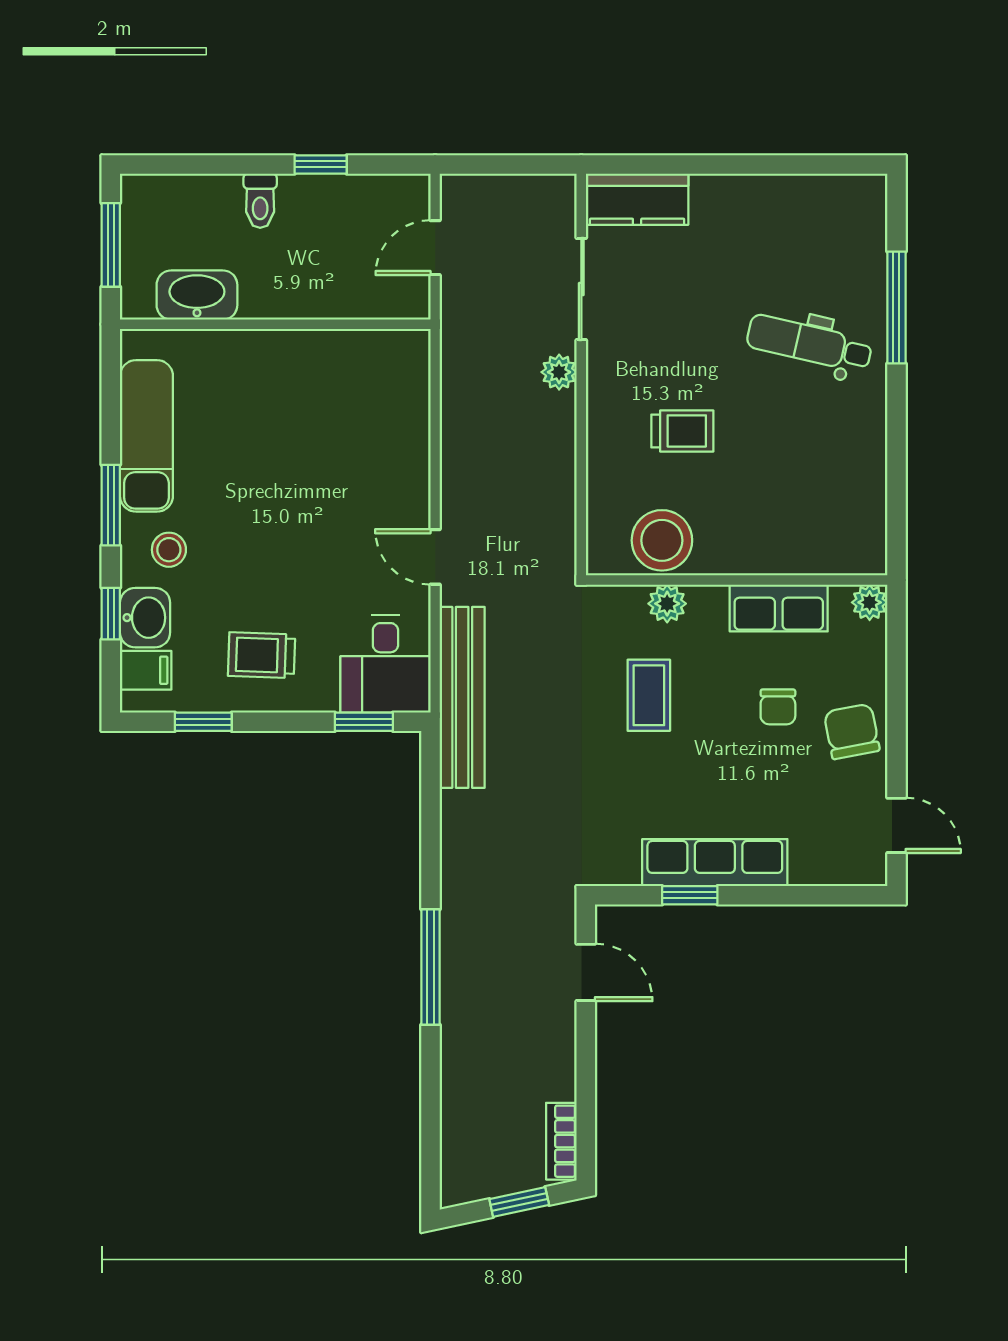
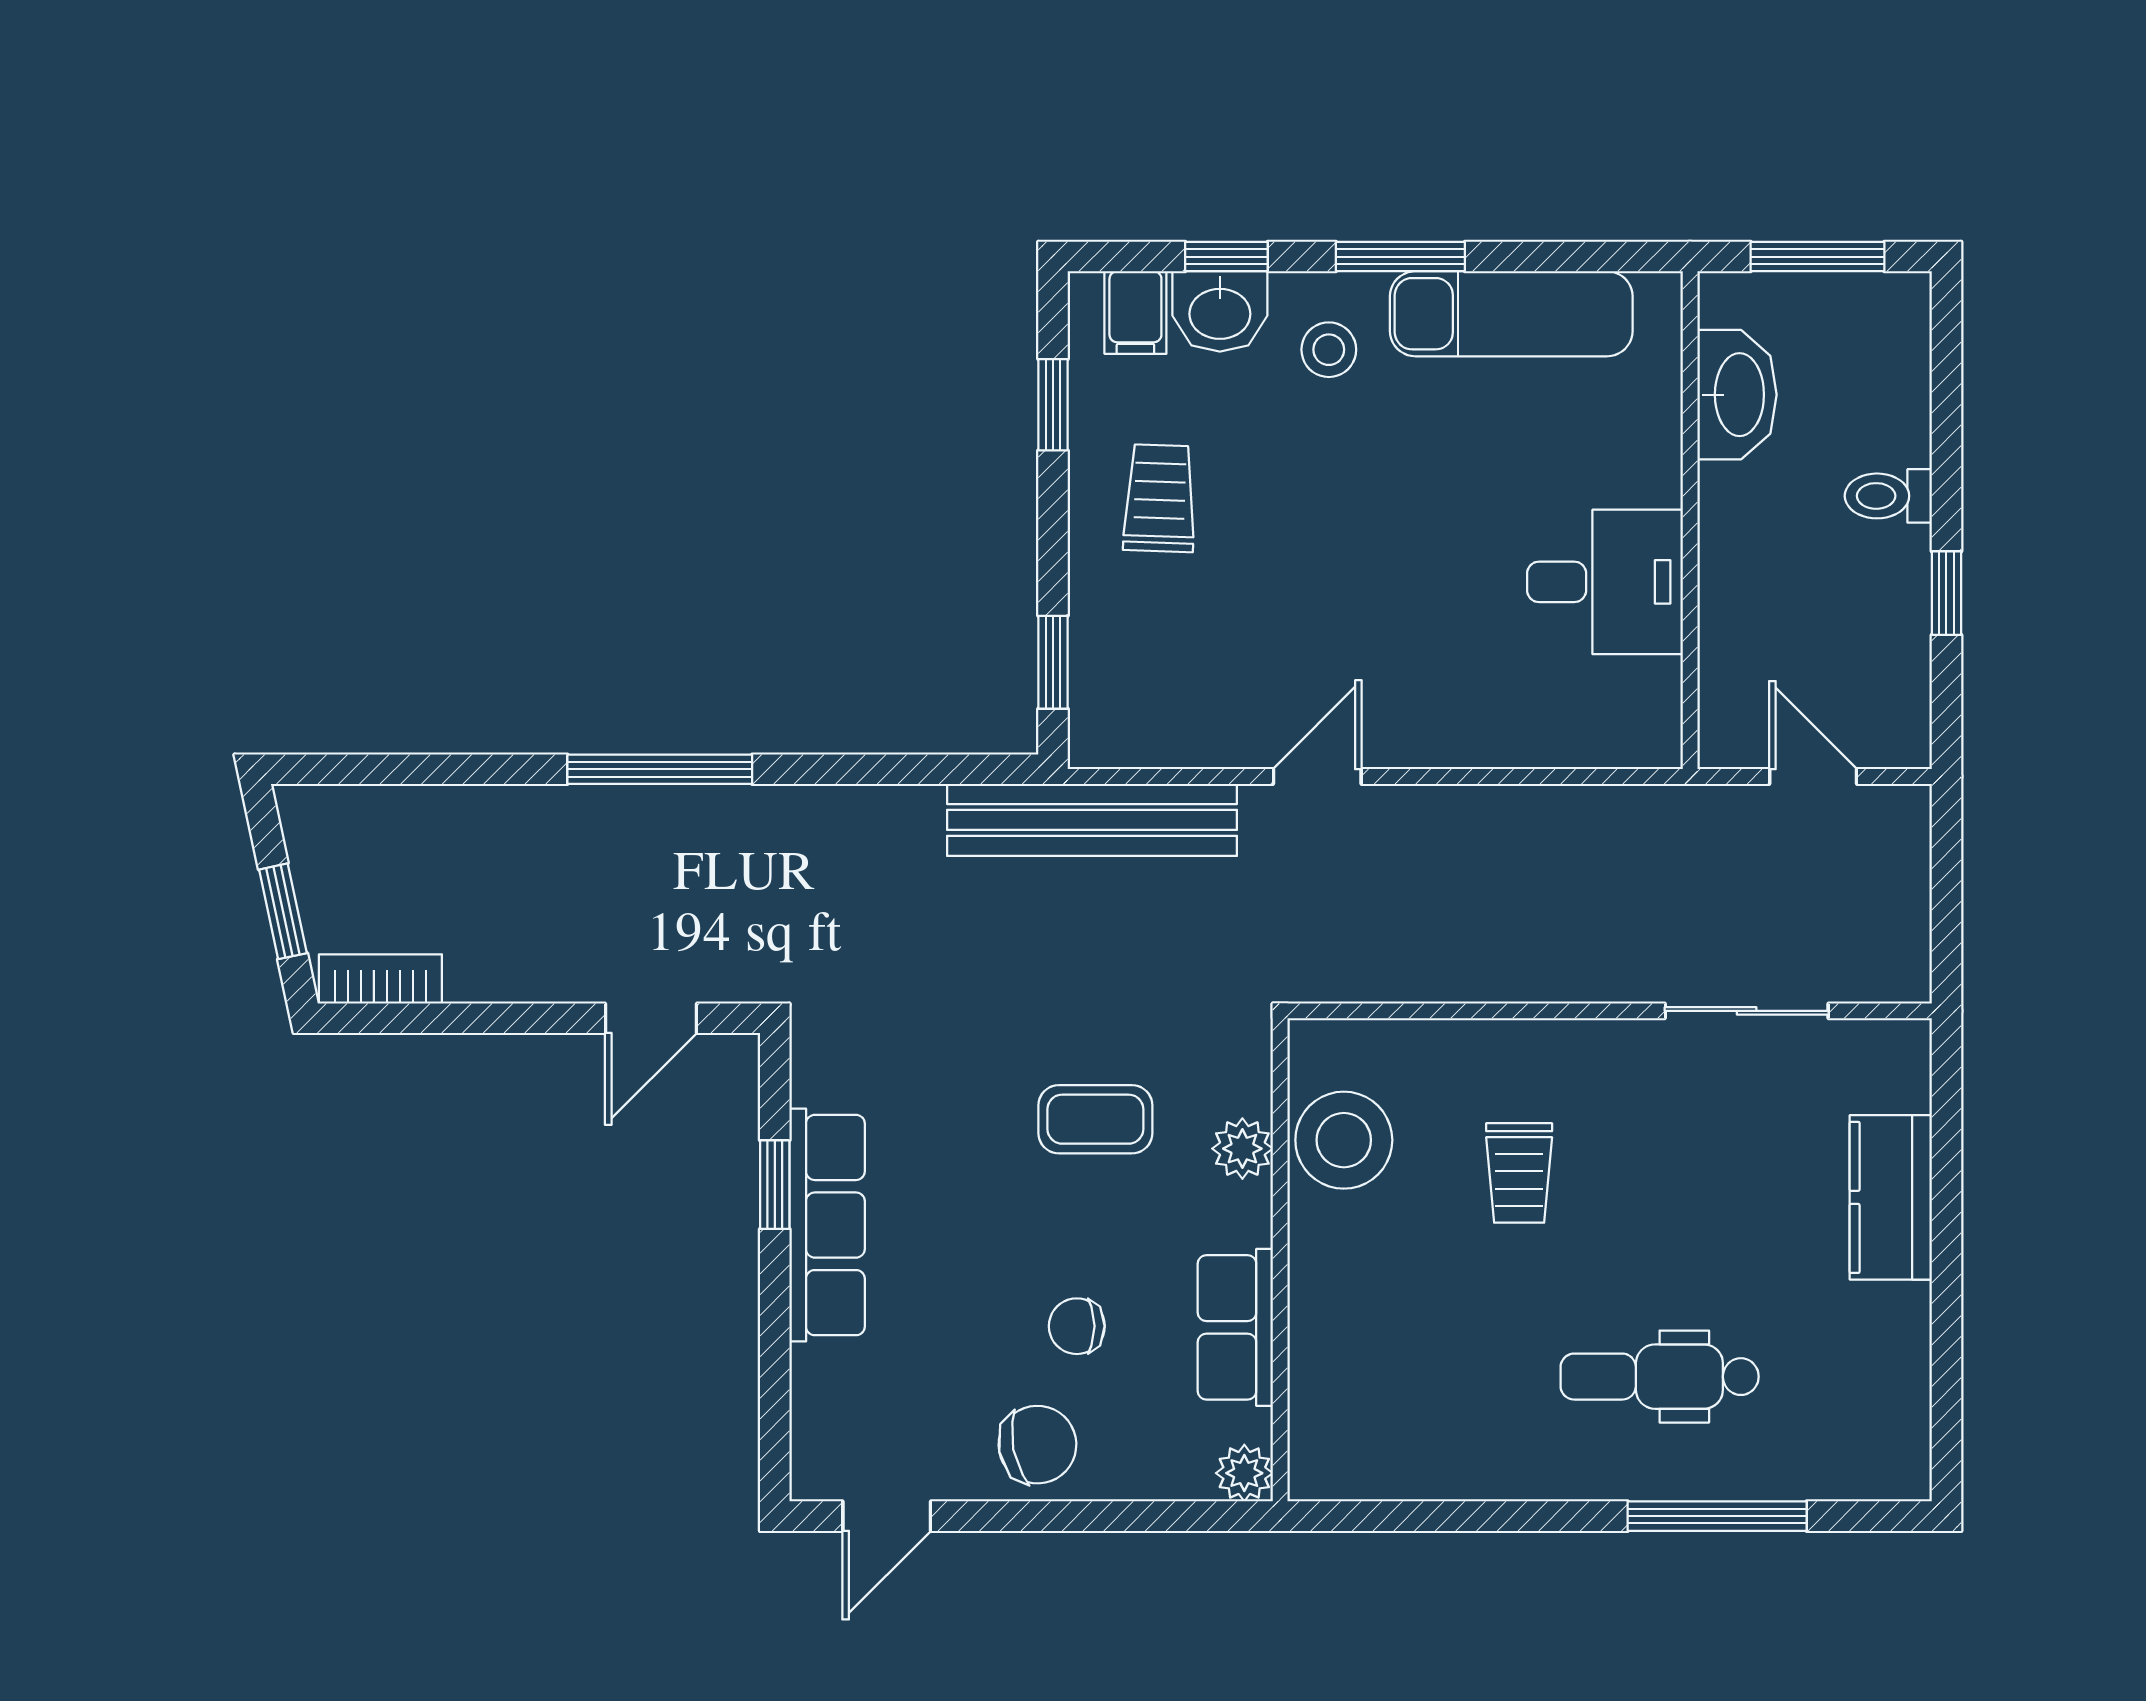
kitchen counter: (637, 199) -> (1891, 1197), moved
dental chair: (809, 343) -> (1660, 1377), turned -103
plant: (559, 372) -> (1614, 975), removed
desk: (385, 664) -> (1605, 582), moved, turned 180

